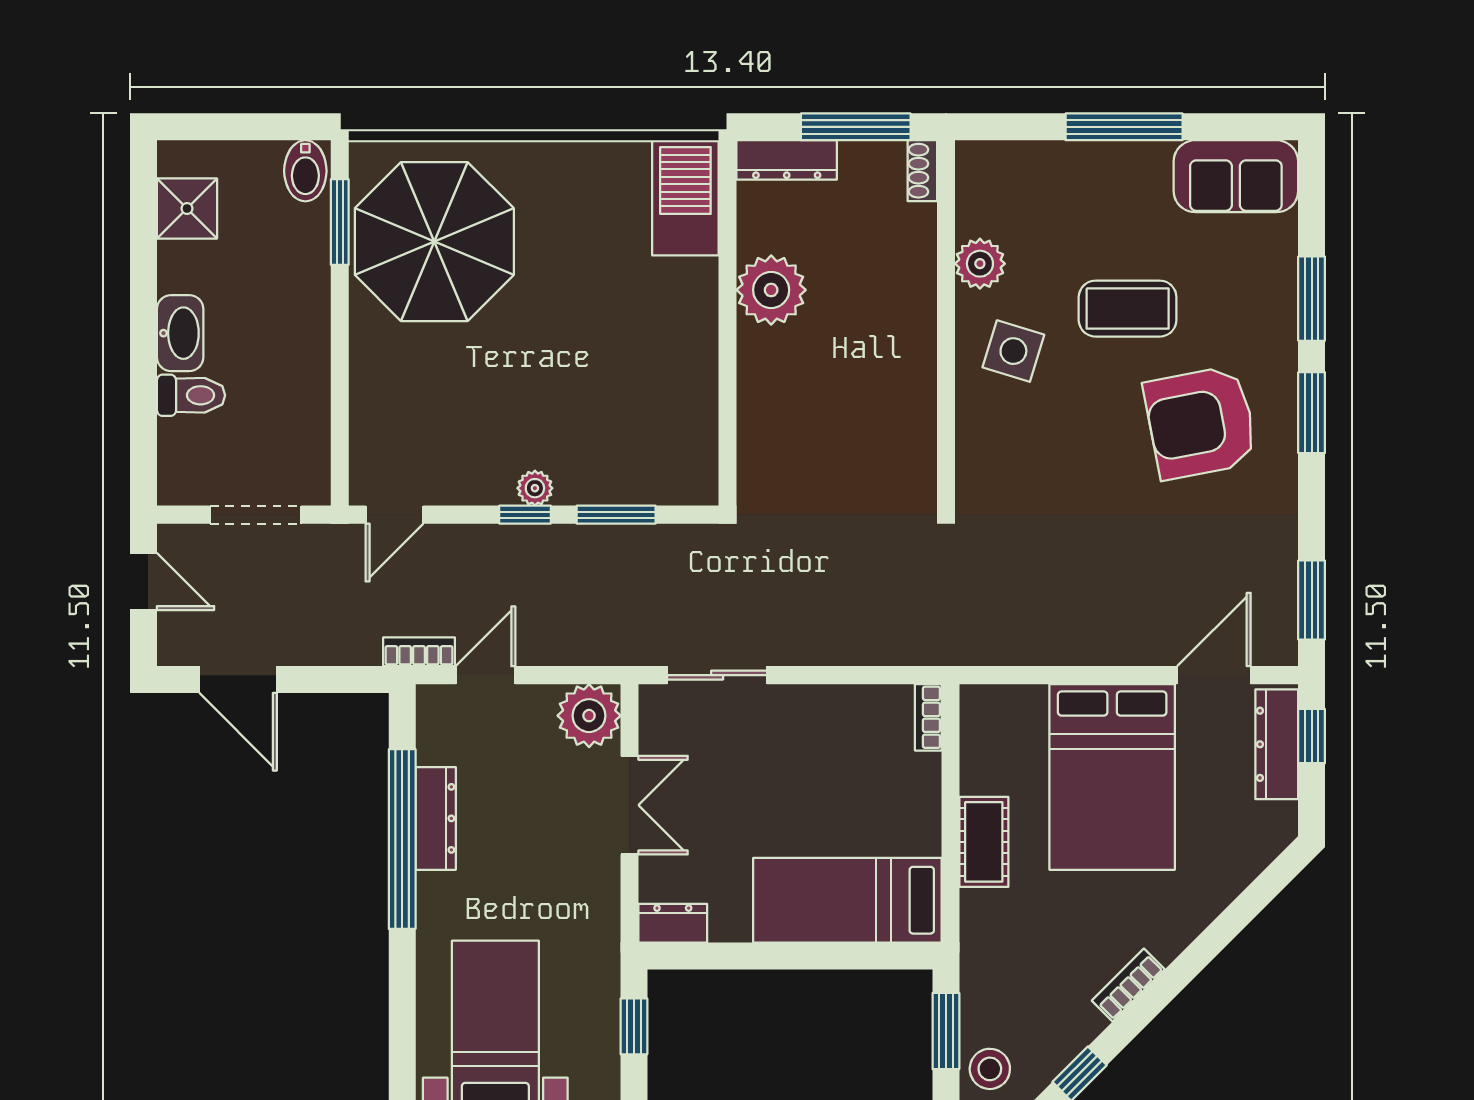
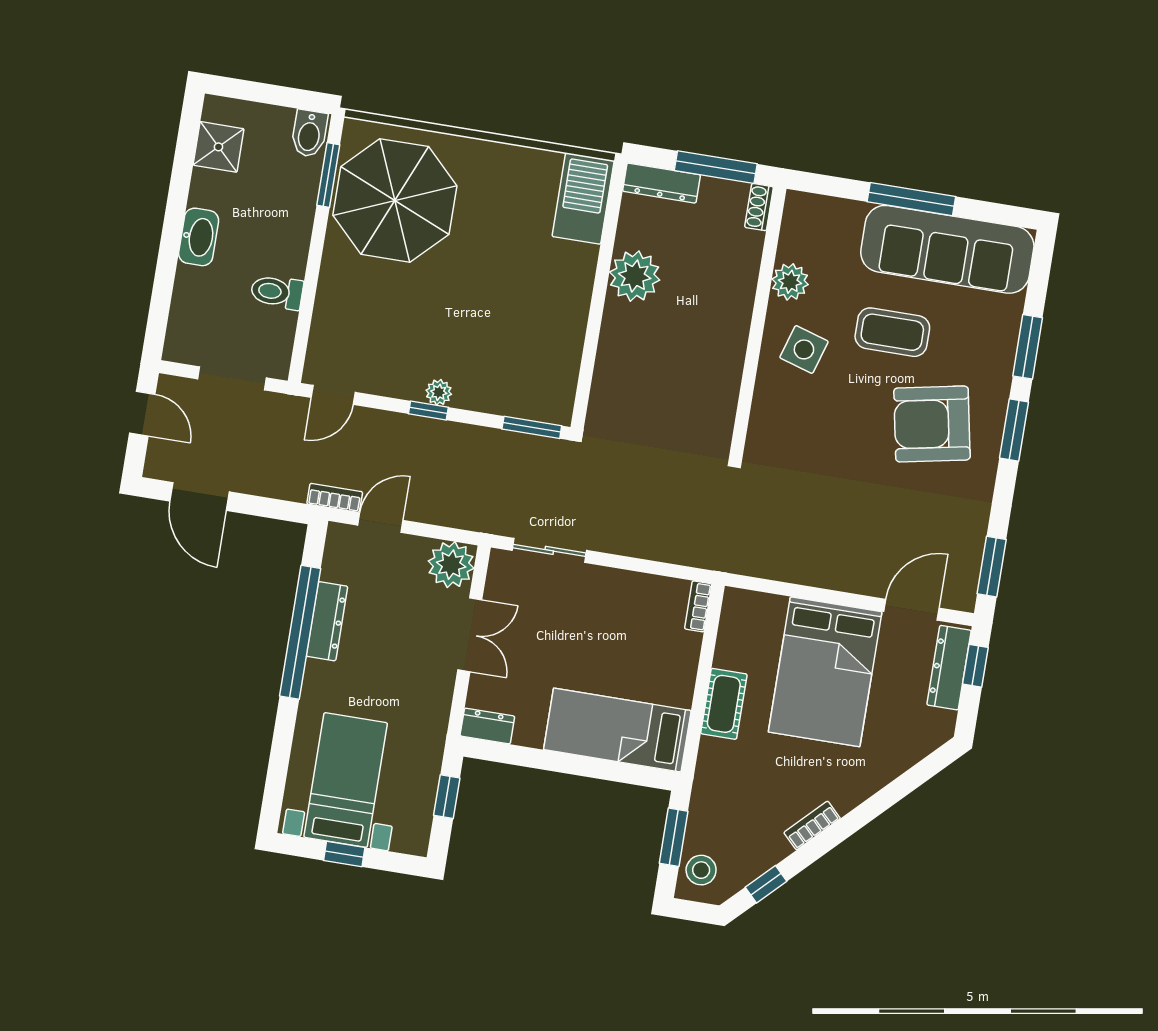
sofa: (1236, 176) -> (947, 249), width x1.85, depth x1.27
toilet: (191, 395) -> (277, 292), moved, turned 180
window: (616, 515) -> (532, 427), moved

